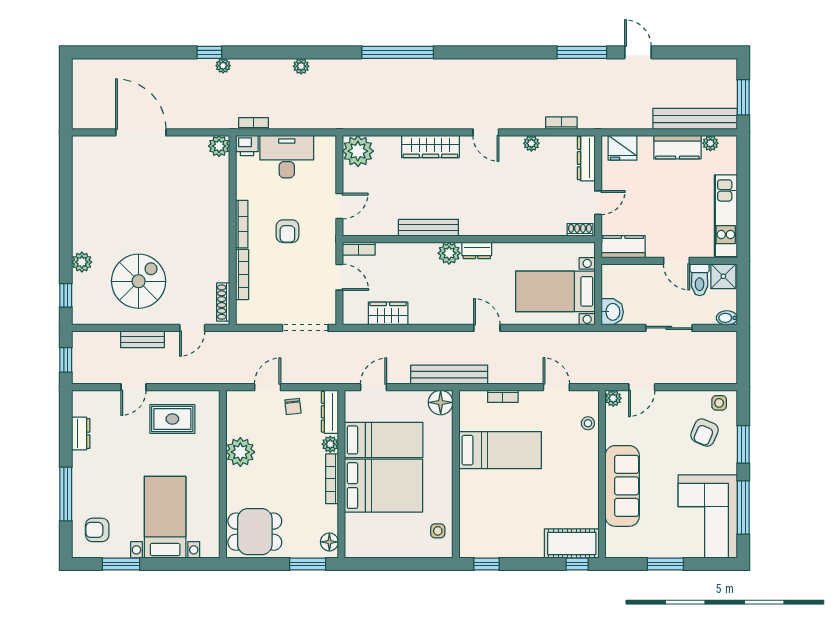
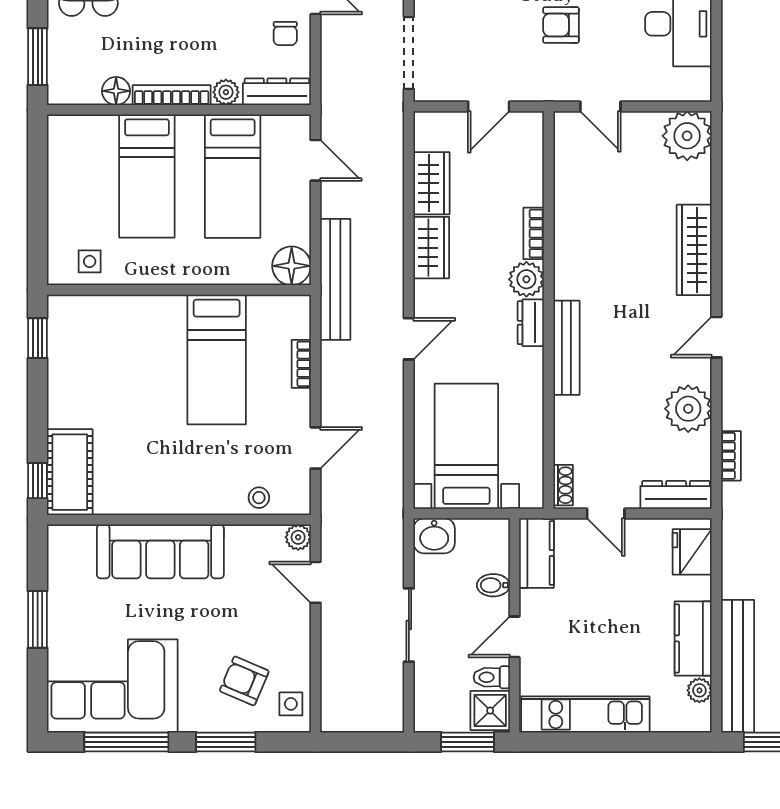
plant: (531, 143) -> (688, 409), width x1.88, depth x1.88
bench: (428, 228) -> (566, 348), moved
bookcase: (359, 249) -> (534, 233), moved
toilet: (700, 280) -> (492, 677), width x0.73, depth x0.72
window: (743, 291) -> (468, 742), added
wardrobe: (429, 314) -> (431, 248), added
bidet: (727, 318) -> (493, 585), moved, turned -90
chair: (293, 407) -> (285, 34), turned -84
bed: (383, 486) -> (147, 176), width x0.67
floor lamp: (329, 542) -> (116, 91), moved

